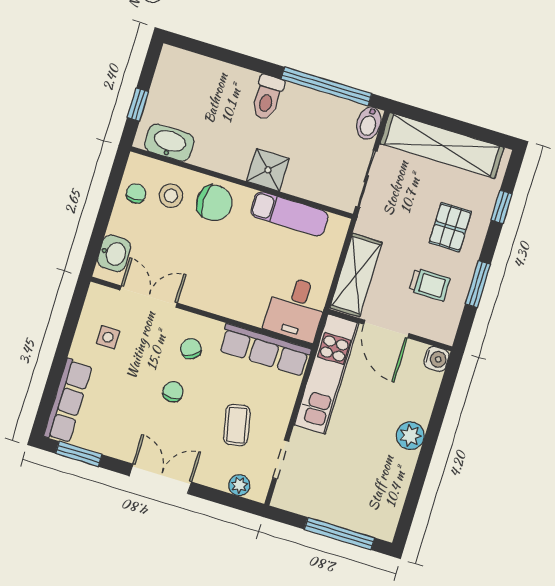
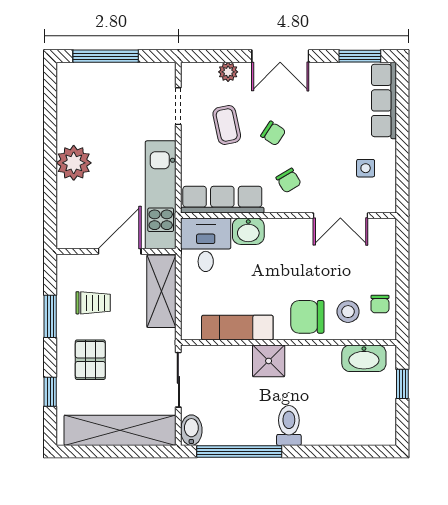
washbasin: (114, 253) -> (248, 231), moved, turned -90
trolley: (430, 285) -> (93, 303), turned 180
door: (386, 329) -> (120, 251), hinge flipped
water cooler: (436, 359) -> (67, 238), removed
chair: (173, 392) -> (273, 133), moved, turned -57
plant: (410, 436) -> (74, 163), width x1.36, depth x1.36
plant: (239, 485) -> (228, 72), moved

